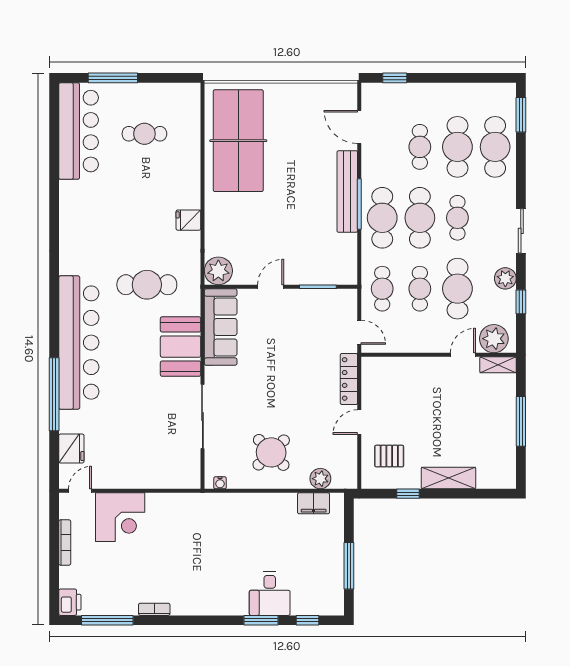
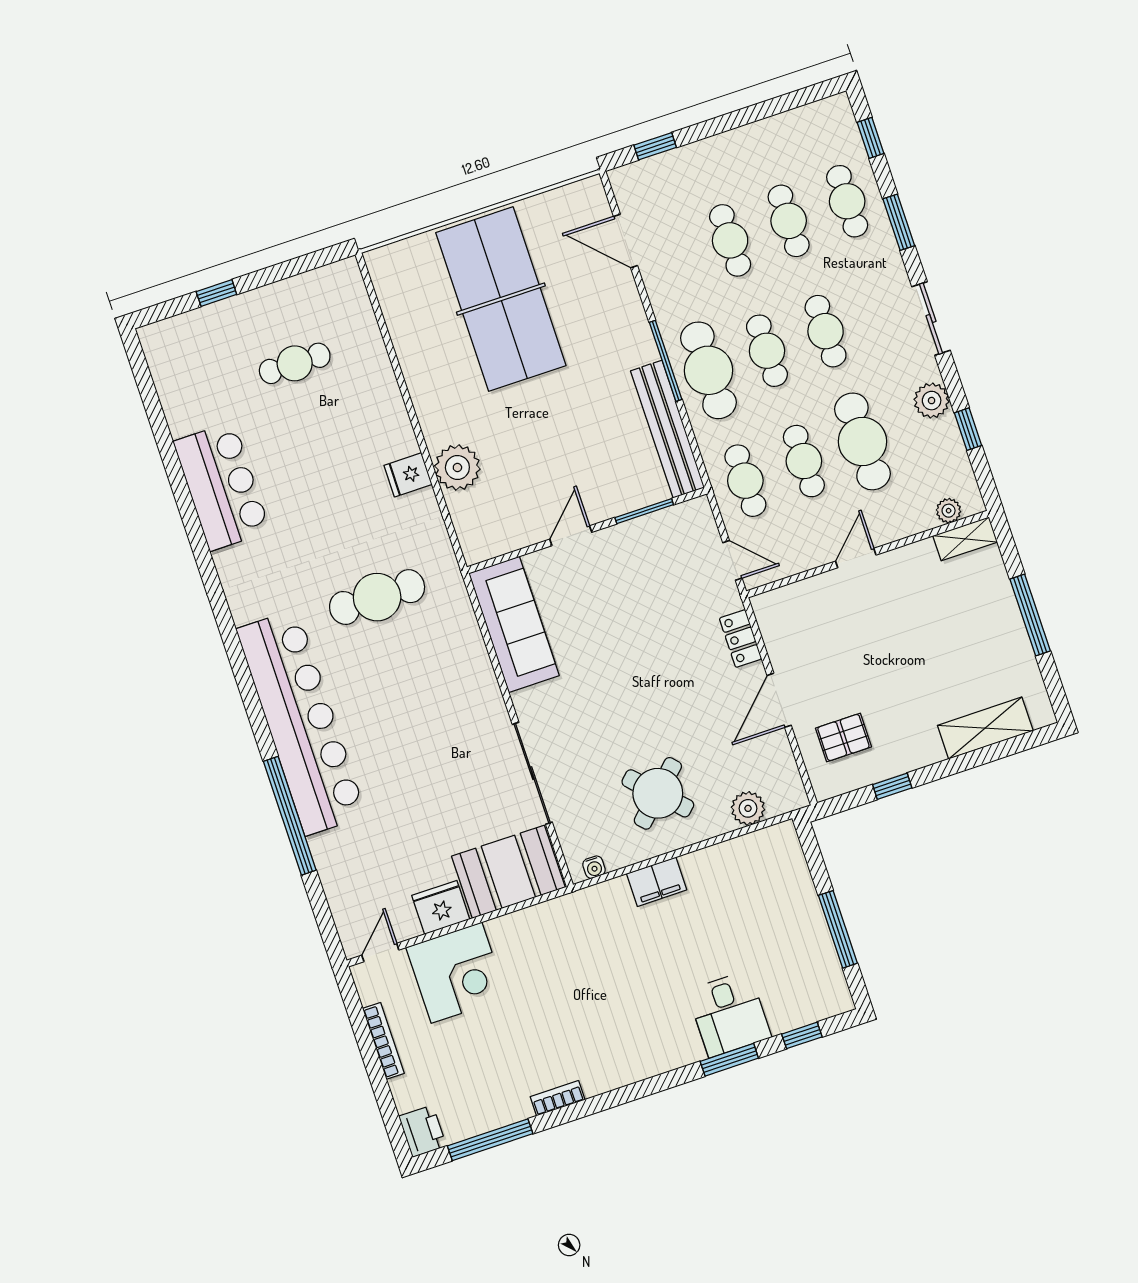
window: (113, 78) -> (216, 293), width x0.46
window: (521, 115) -> (871, 138), width x0.67
bar counter: (79, 131) -> (222, 486), moved, width x0.73
table tennis table: (238, 141) -> (501, 299), moved
cafe table: (457, 147) -> (789, 221), width x0.73, depth x0.74
cafe table: (495, 147) -> (847, 201), width x0.73, depth x0.74
window: (521, 169) -> (899, 222), added
bench: (347, 191) -> (668, 429), moved
cafe table: (420, 218) -> (767, 351), width x0.73, depth x0.74
plant: (218, 271) -> (457, 467), moved
plant: (494, 339) -> (949, 511), width x0.53, depth x0.53
booth: (181, 347) -> (508, 872), moved, turned 90
door: (463, 355) -> (856, 558), moved
locker: (349, 379) -> (741, 638), width x0.66
door: (359, 422) -> (779, 700), width x1.38
fridge: (71, 448) -> (441, 907), moved, turned -90
shelving: (448, 478) -> (985, 728), moved
filing cabinet: (314, 503) -> (657, 882), moved

